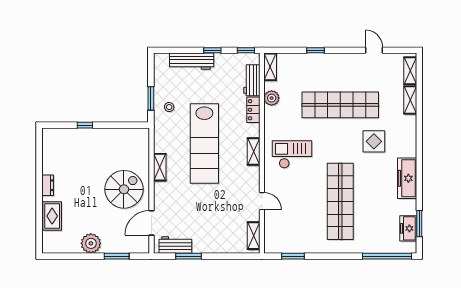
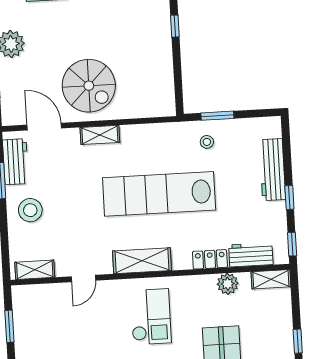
shelving: (254, 151) -> (142, 261), width x1.50, depth x1.33
shelving: (160, 167) -> (100, 135), moved
stool: (211, 236) -> (30, 210), added

